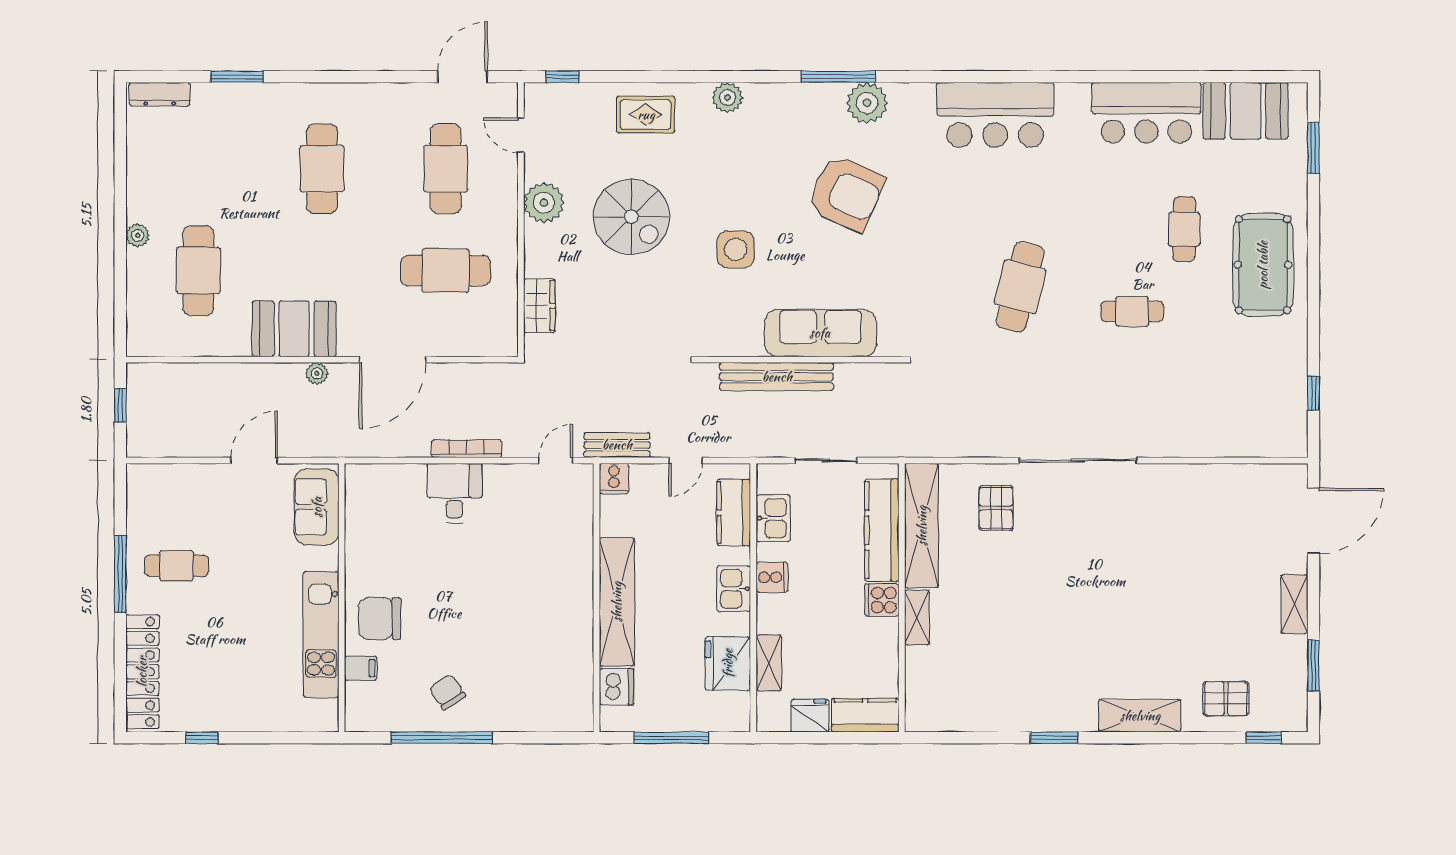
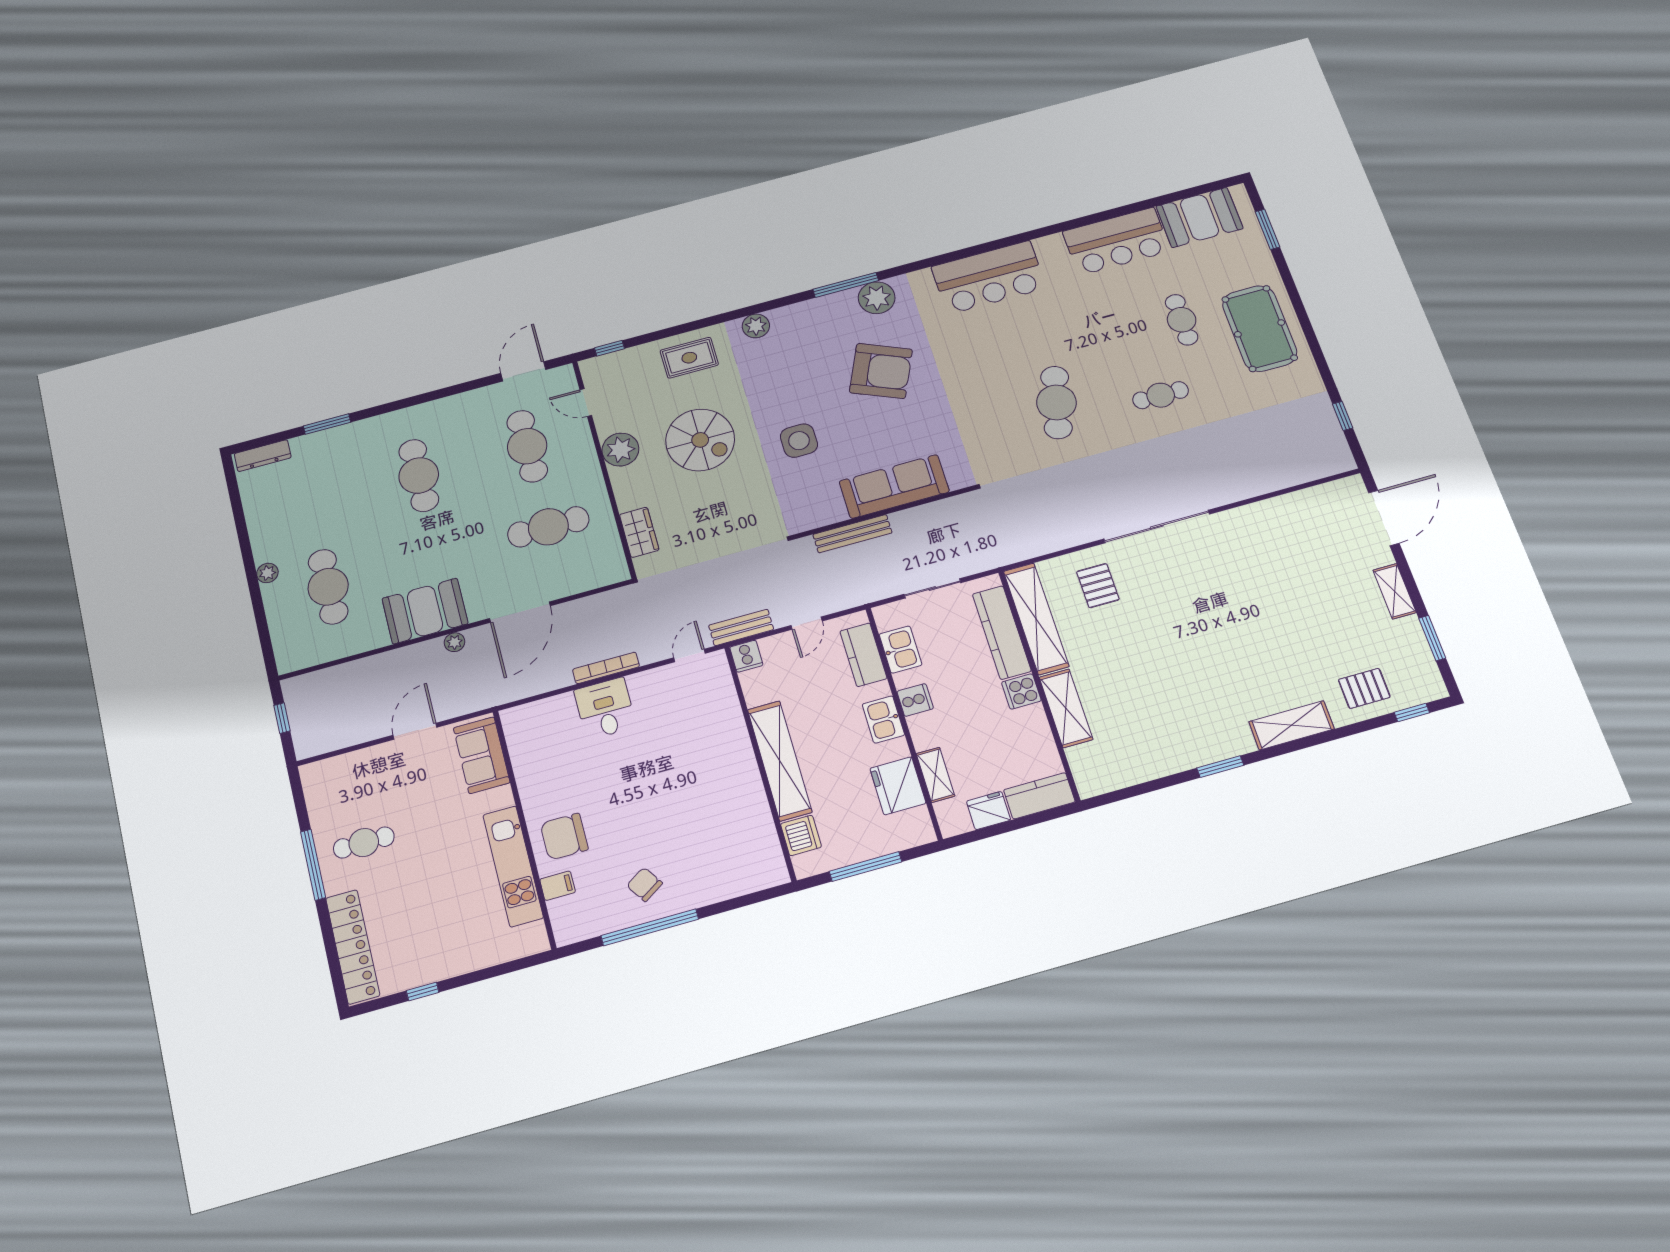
bench: (777, 377) -> (852, 534), width x0.73, depth x0.82
shelving: (917, 617) -> (1066, 708), width x1.50, depth x1.33

